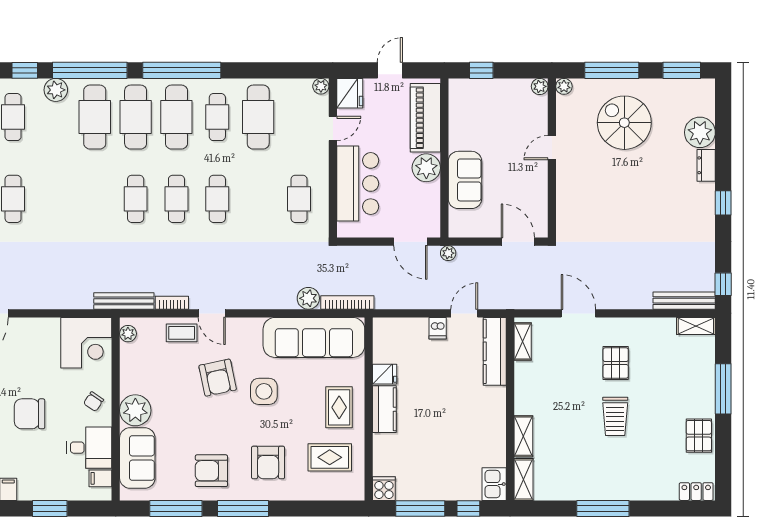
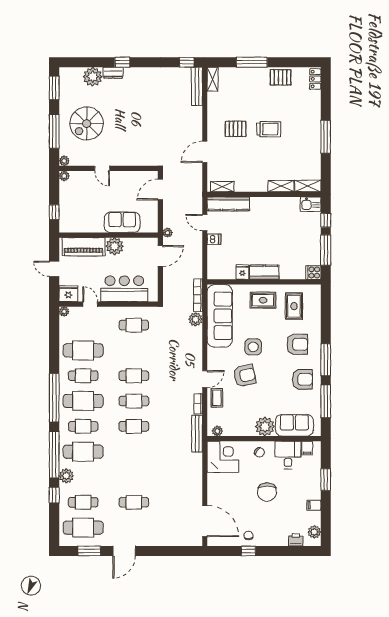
cafe table: (136, 117) -> (83, 426), width x0.73, depth x0.74
window: (723, 203) -> (122, 62), moved
armchair: (211, 471) -> (302, 379), turned -90

